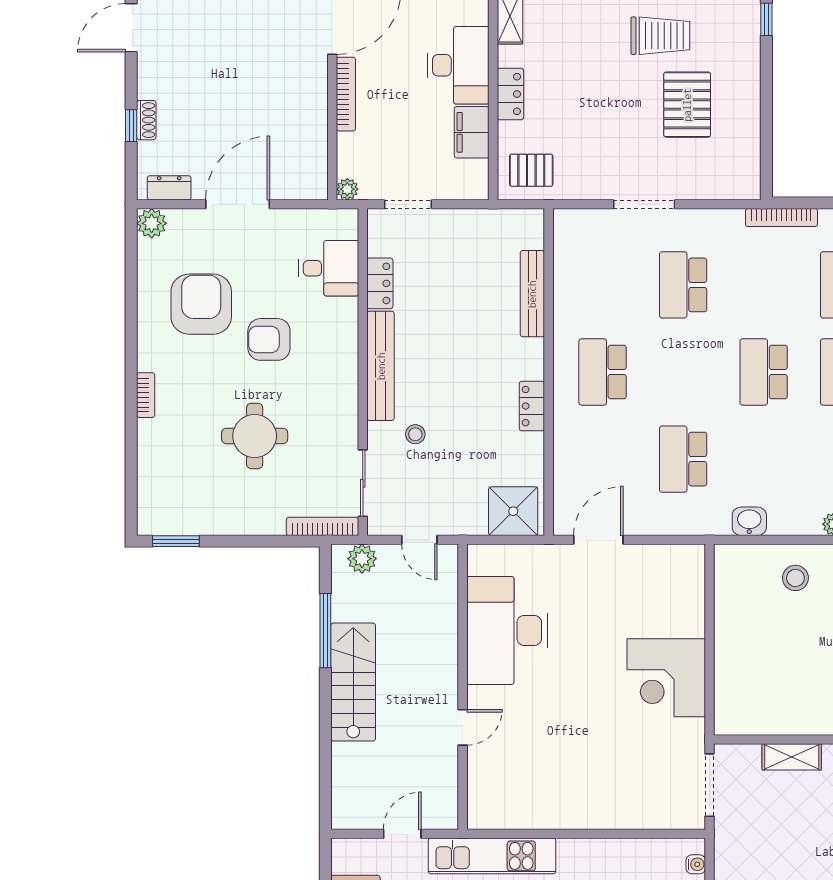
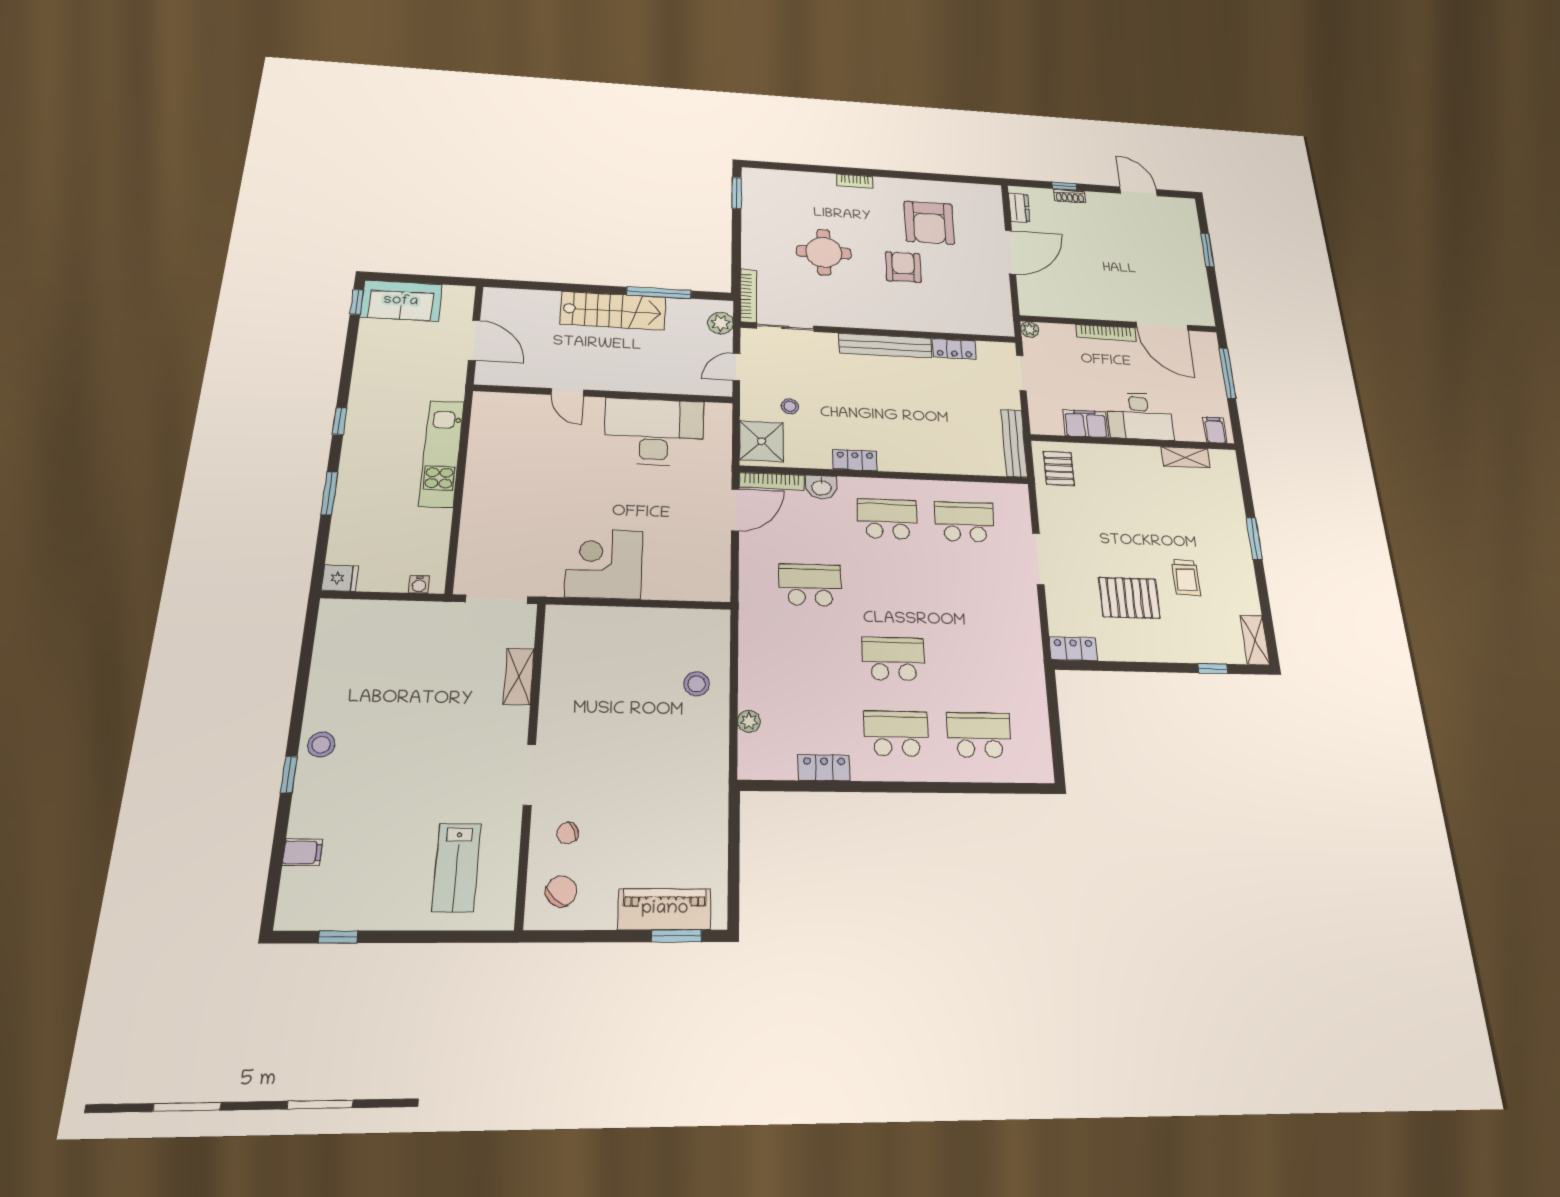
trolley: (660, 36) -> (1186, 577), width x0.73, depth x0.72
locker: (510, 94) -> (1073, 649), moved, turned 180
door: (238, 204) -> (1010, 252), hinge flipped
bookcase: (781, 218) -> (772, 481), moved, turned -90
plant: (152, 223) -> (990, 194), removed
desk: (329, 268) -> (964, 313), removed
school desk: (683, 285) -> (965, 522), moved
bench: (532, 294) -> (1014, 443), moved, turned 90
armchair: (201, 304) -> (929, 223), turned 90
stool: (415, 434) -> (790, 406), moved
washbasin: (749, 521) -> (821, 487), moved, turned 90
door: (598, 540) -> (735, 510), hinge flipped
door: (402, 834) -> (474, 340), width x1.37
kitchen unit: (492, 856) -> (442, 453), moved

